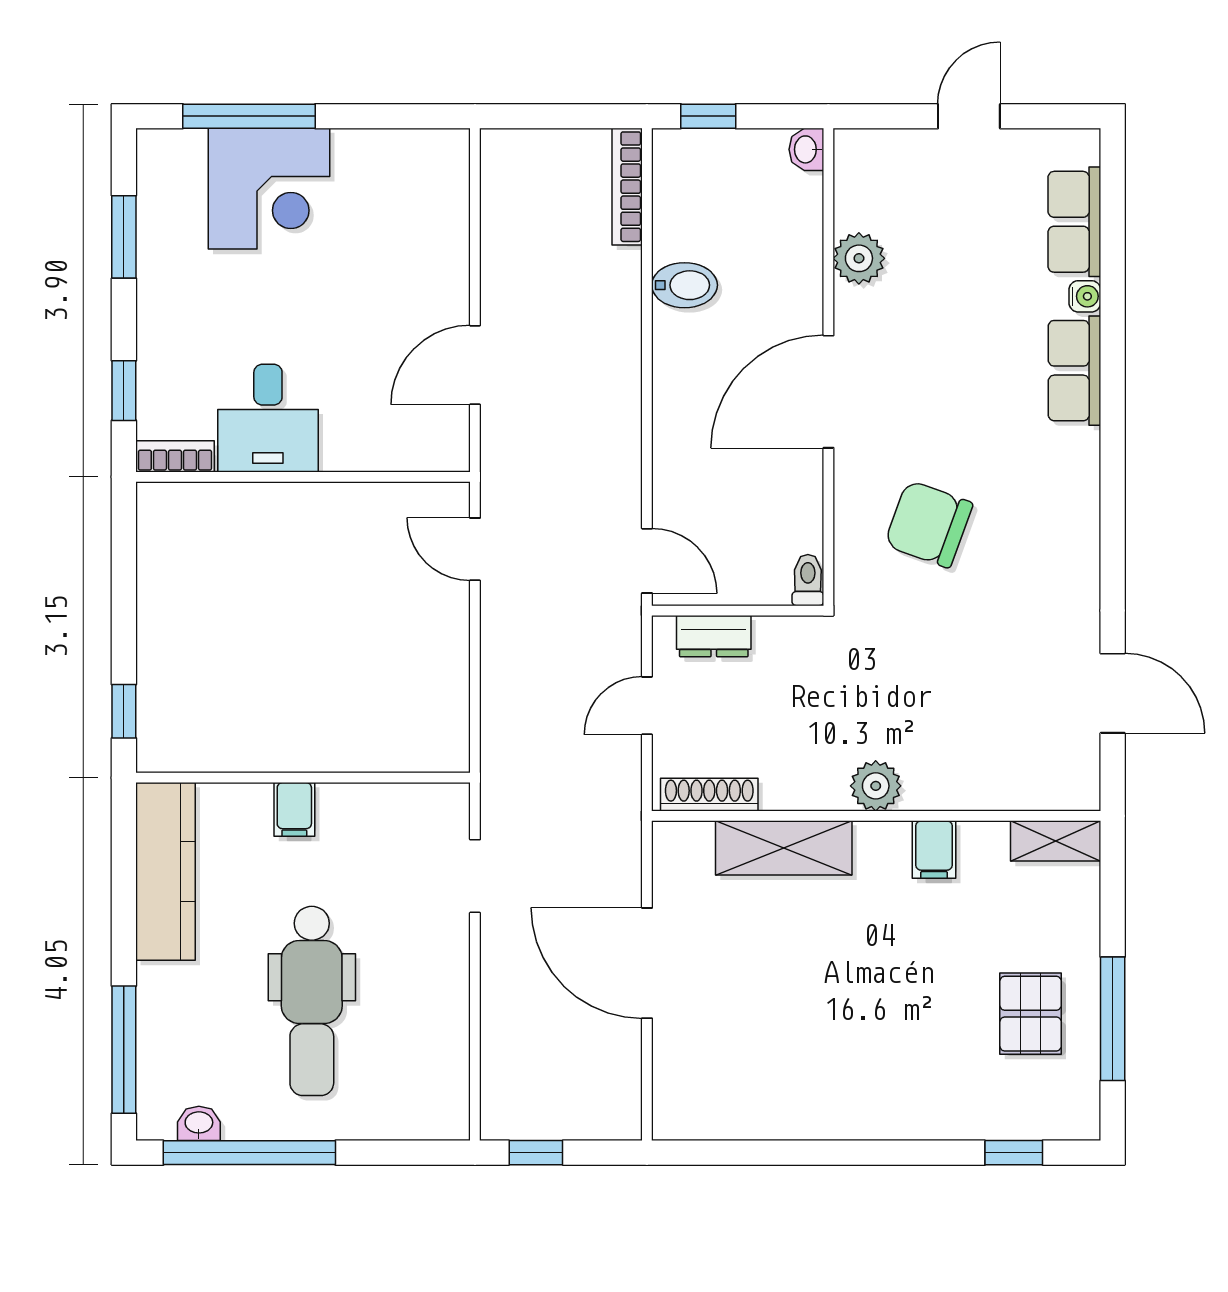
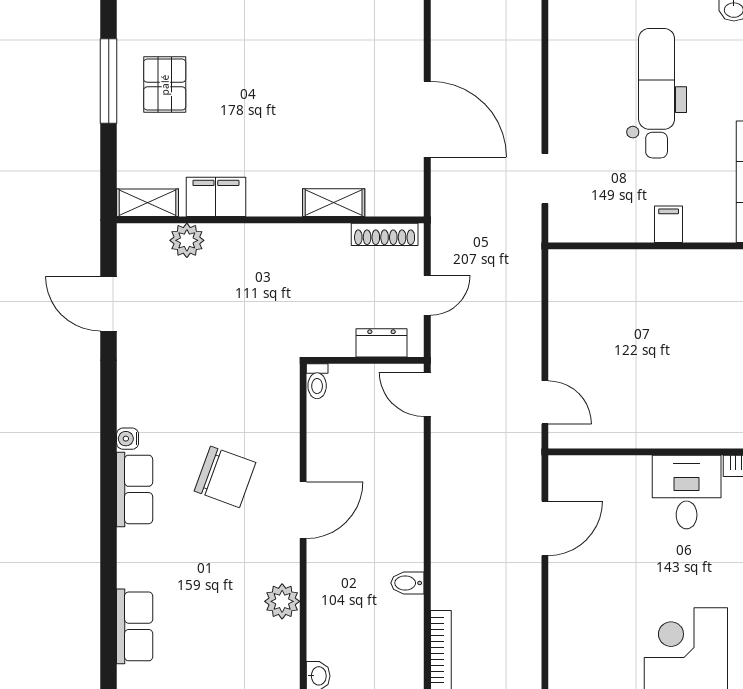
bidet: (684, 285) -> (407, 583), width x0.72, depth x0.74
water cooler: (1085, 296) -> (128, 439), moved
row of seats: (1075, 371) -> (135, 489), moved
door: (828, 392) -> (303, 510), width x0.73
chair: (929, 524) -> (225, 477), moved
plant: (876, 786) -> (187, 240), moved
shelving: (784, 848) -> (334, 203), width x0.67, depth x0.75
filing cabinet: (934, 850) -> (216, 197), width x2.00

